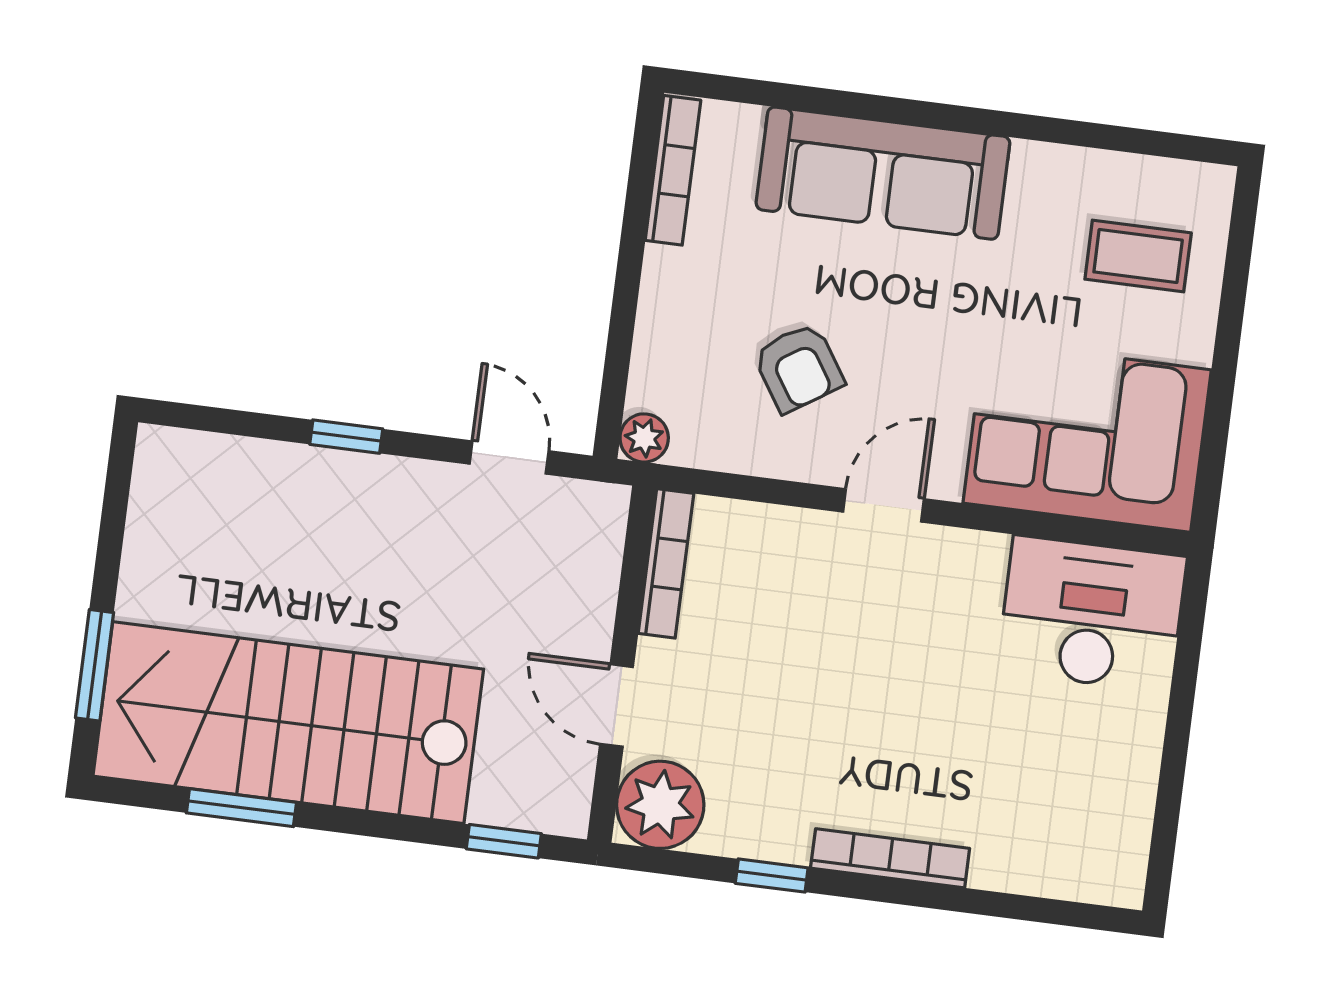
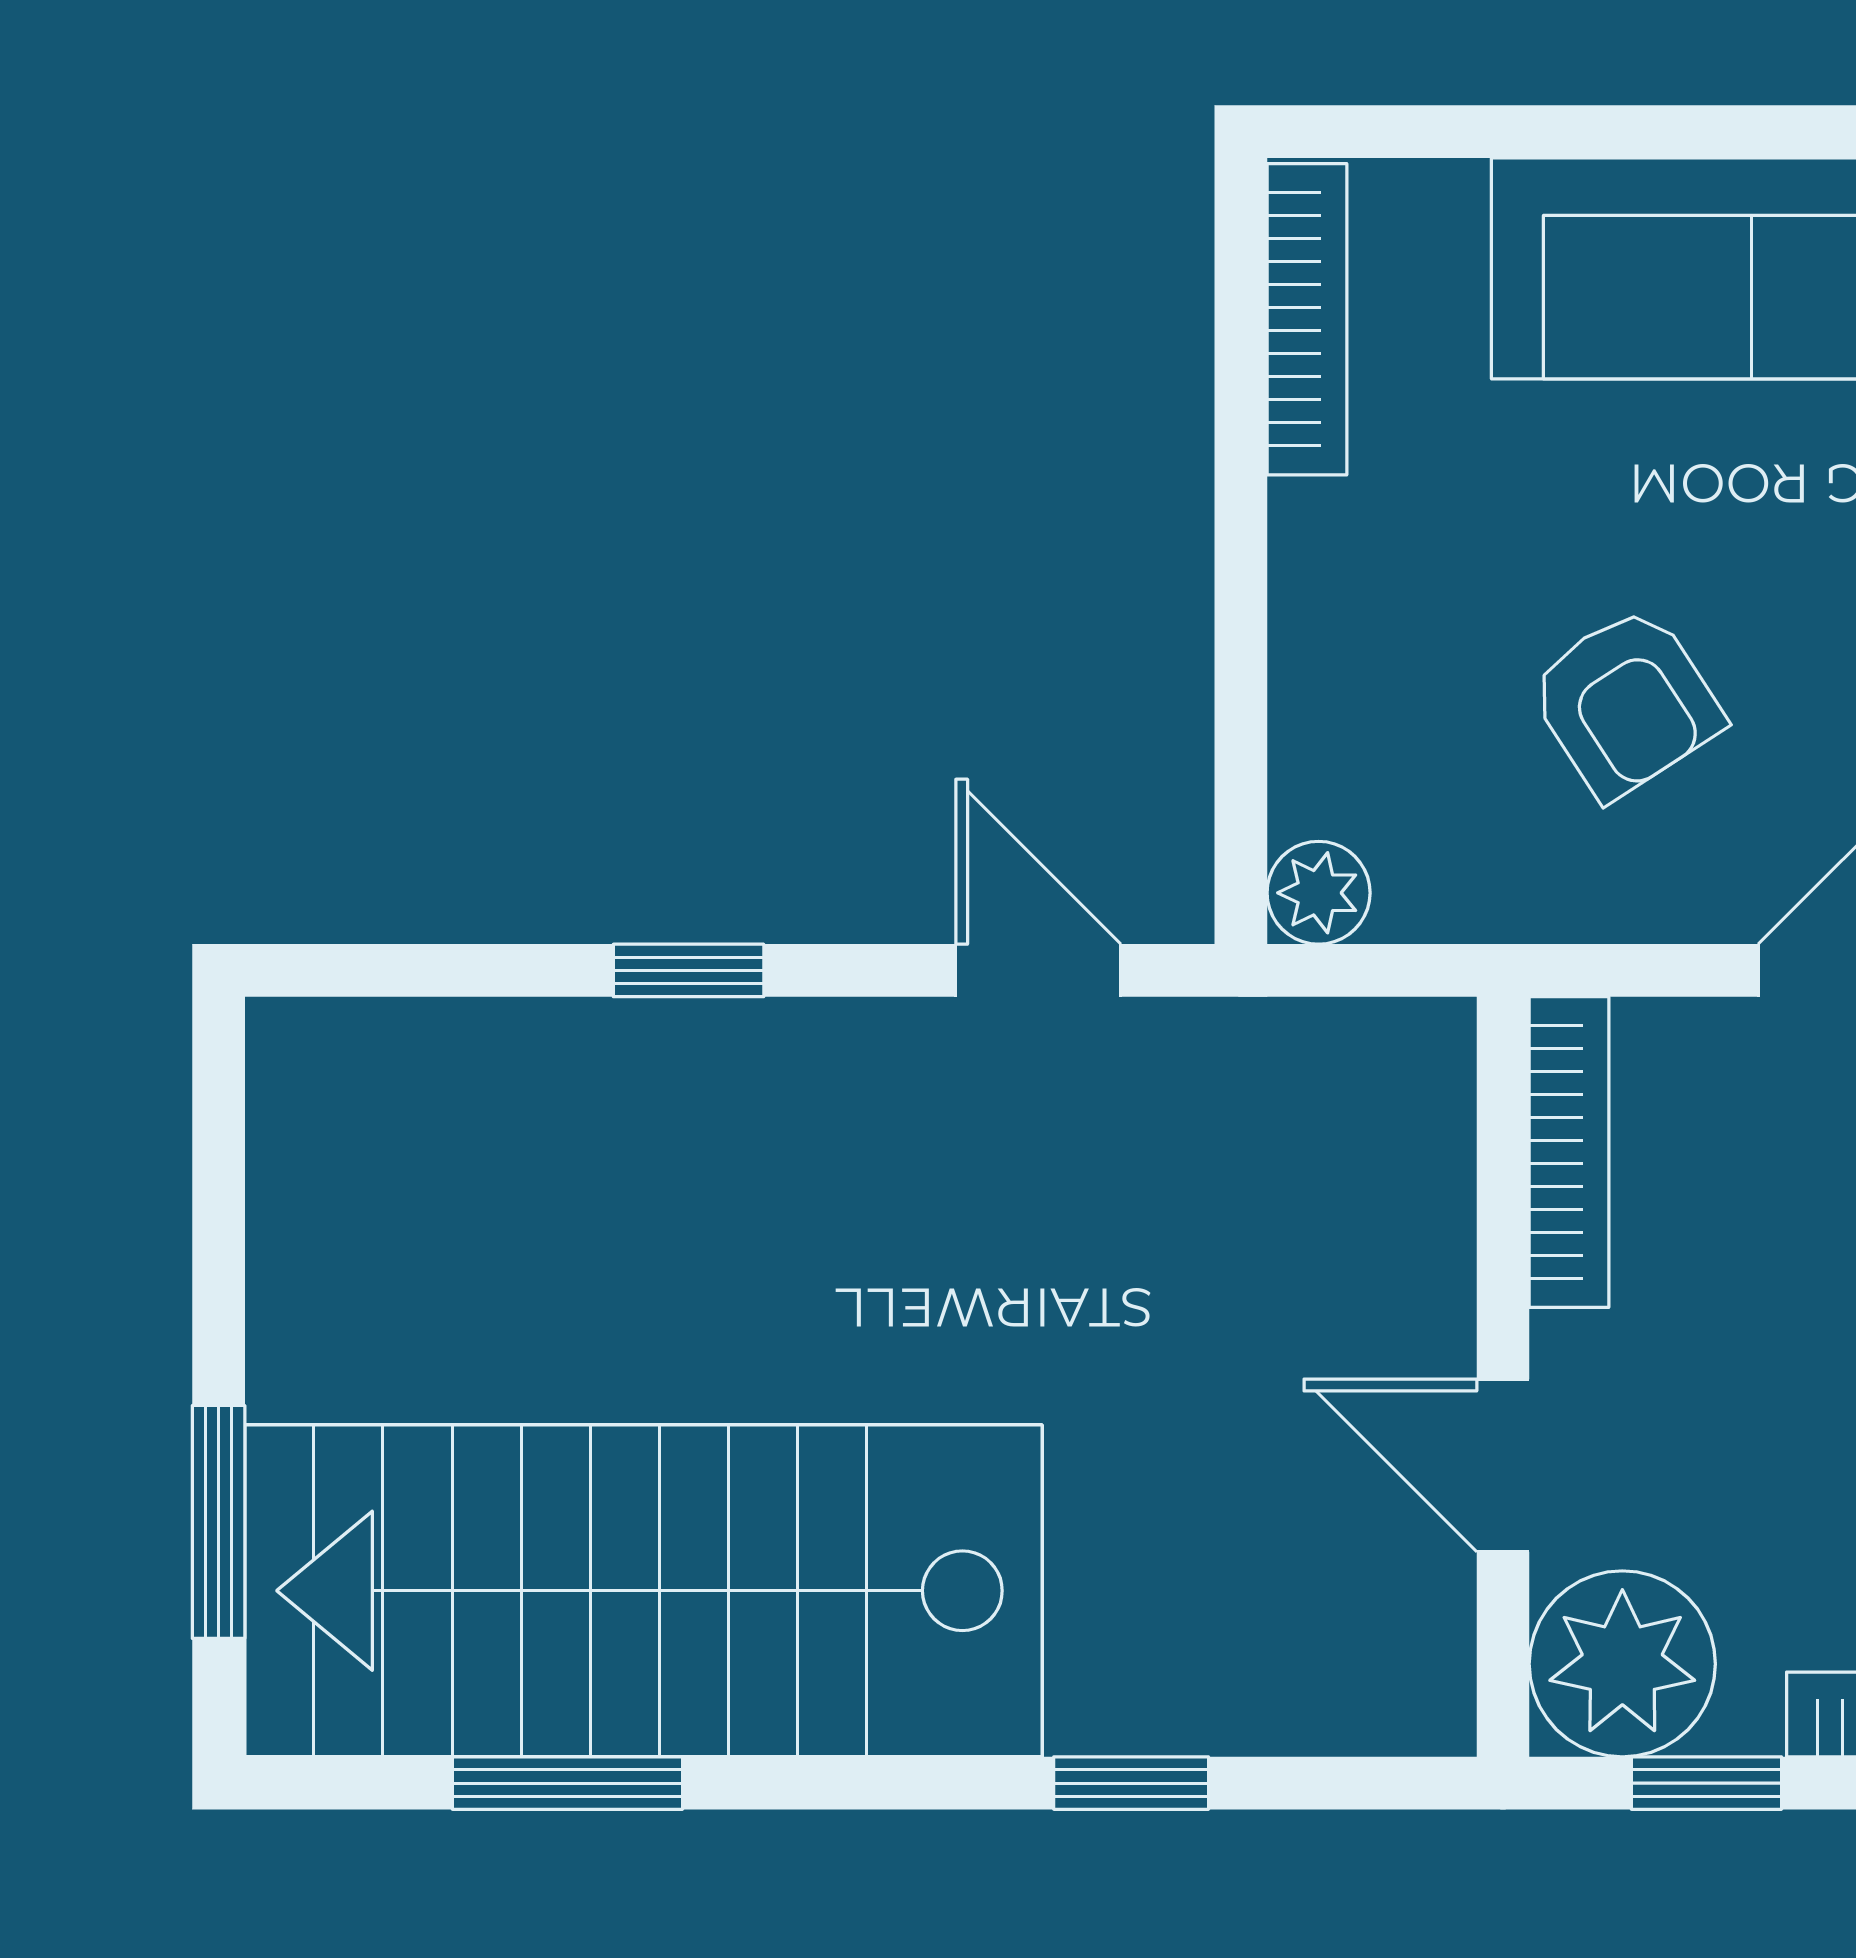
bookcase: (666, 563) -> (1569, 1152), moved
wall: (622, 664) -> (1503, 1377), moved
door: (617, 705) -> (1503, 1465), moved
plant: (660, 805) -> (1622, 1664), moved

